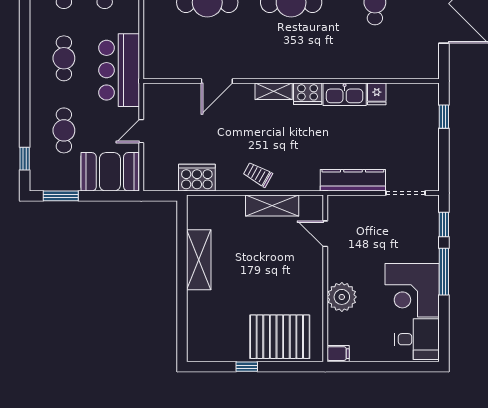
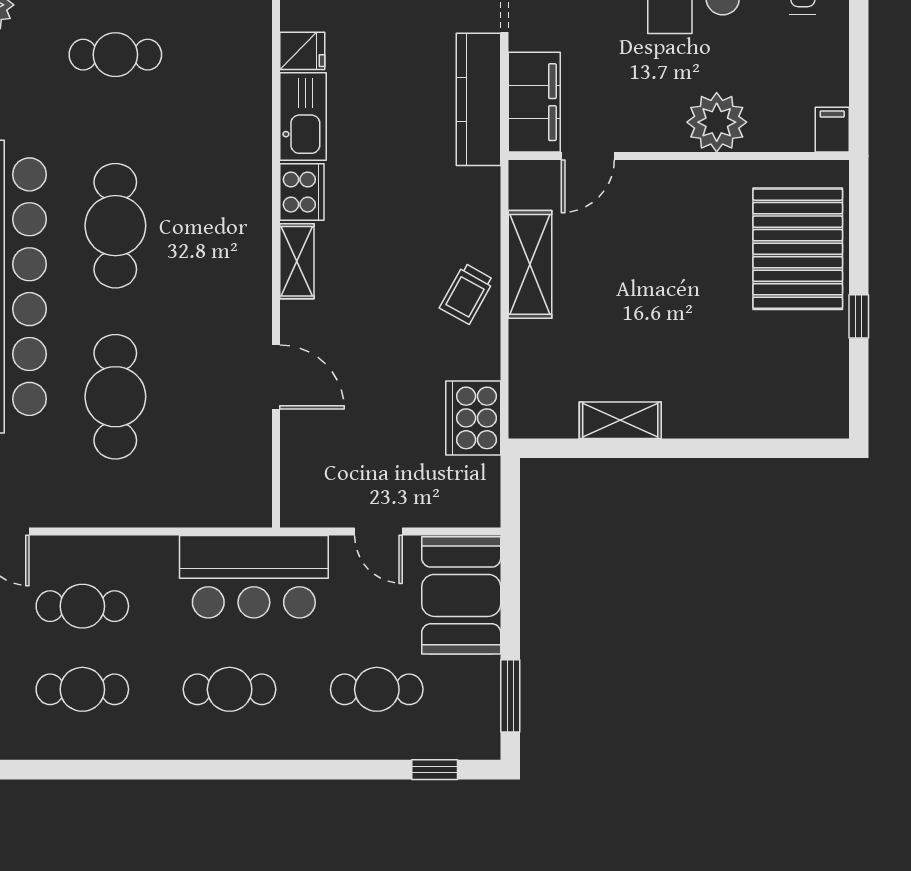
filing cabinet: (352, 208) -> (534, 102), added
shelving: (199, 260) -> (620, 420), width x0.67, depth x0.75

